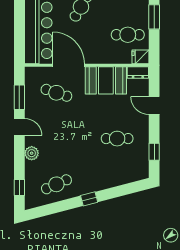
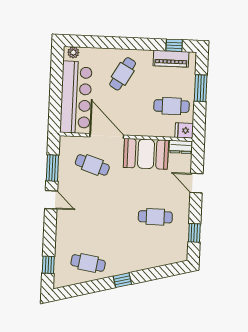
plant: (32, 153) -> (63, 228), removed
cafe table: (56, 184) -> (88, 263), turned 33

